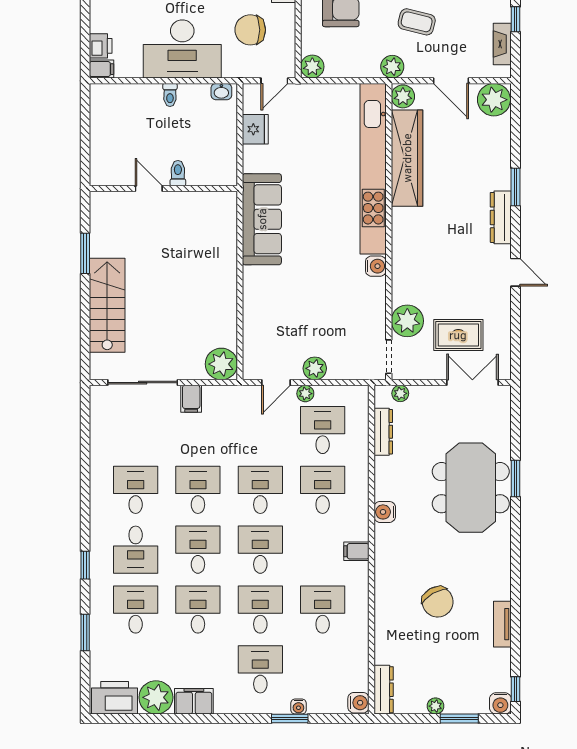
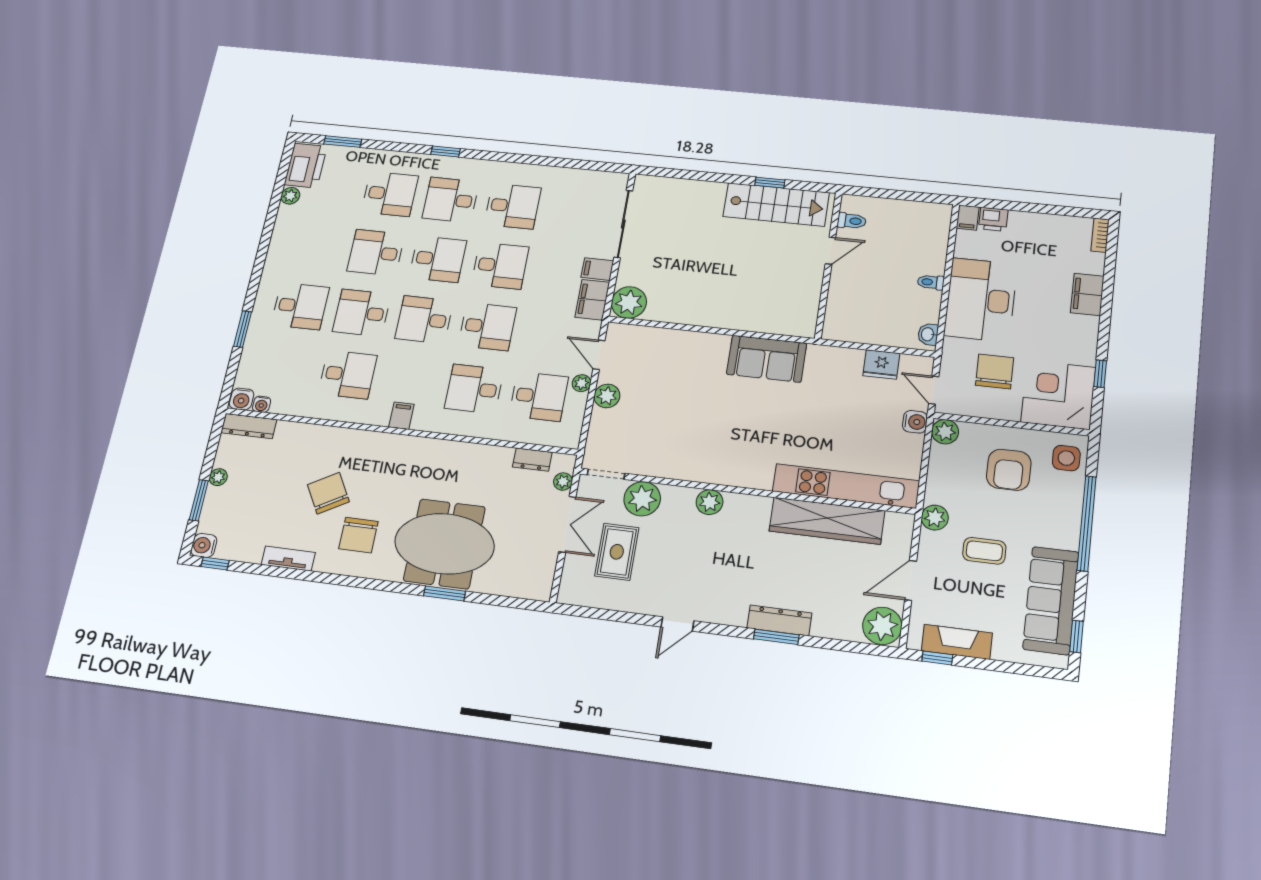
window: (515, 19) -> (937, 658), moved
coffee table: (417, 22) -> (984, 551), turned 76
fireplace: (502, 44) -> (957, 642), width x1.37, depth x1.32
plant: (403, 96) -> (710, 502), moved
kitchen unit: (373, 169) -> (846, 486), width x0.73
toilet: (178, 173) -> (852, 221), moved
dresser: (501, 217) -> (779, 620), moved
sofa: (262, 219) -> (767, 359), width x0.73
window: (85, 253) -> (770, 183), width x0.67
water cooler: (376, 266) -> (915, 422), moved, turned -90
stairs: (107, 305) -> (776, 205), moved
double door: (472, 383) -> (567, 524), moved
dresser: (383, 432) -> (532, 460), width x0.70
desk: (323, 490) -> (474, 389), turned 180
water cooler: (385, 512) -> (437, 450), removed
desk: (260, 550) -> (424, 320), turned 180
chair: (473, 566) -> (358, 535), added
chair: (438, 602) -> (328, 493), turned 90
desk: (198, 610) -> (376, 253), turned 180
desk: (260, 610) -> (362, 313), turned 180
window: (85, 632) -> (343, 142), moved
plant: (156, 697) -> (290, 196), width x0.53, depth x0.53
filing cabinet: (194, 701) -> (592, 300), moved, turned 180
water cooler: (298, 707) -> (262, 404), moved, turned -90

